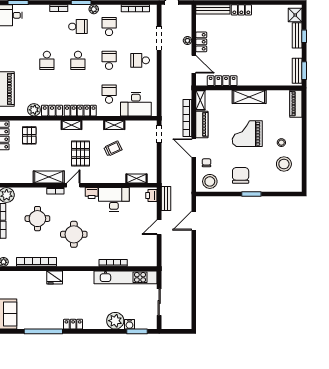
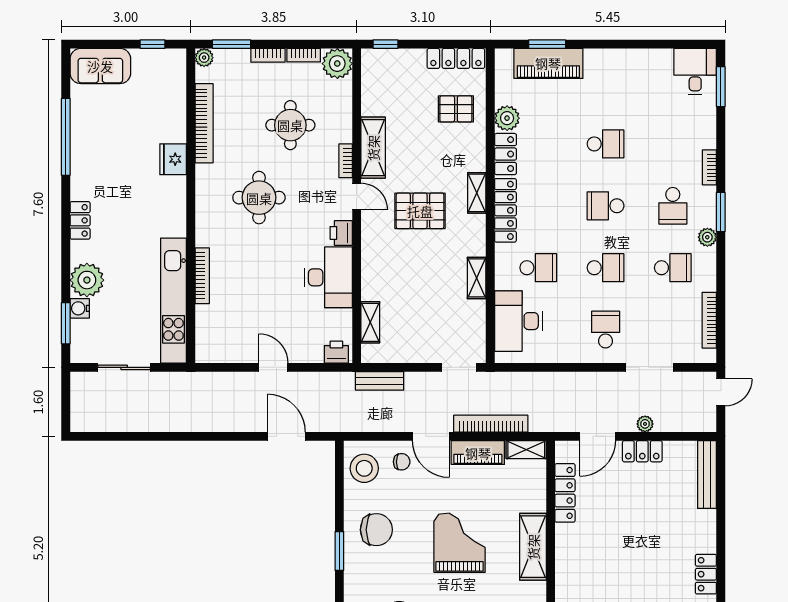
locker: (241, 10) -> (706, 574), moved
school desk: (47, 60) -> (606, 144), turned 180
door: (194, 148) -> (431, 436), swing flipped
trolley: (113, 149) -> (430, 275), removed
bench: (166, 199) -> (380, 381), moved
locker: (73, 324) -> (80, 220), moved

